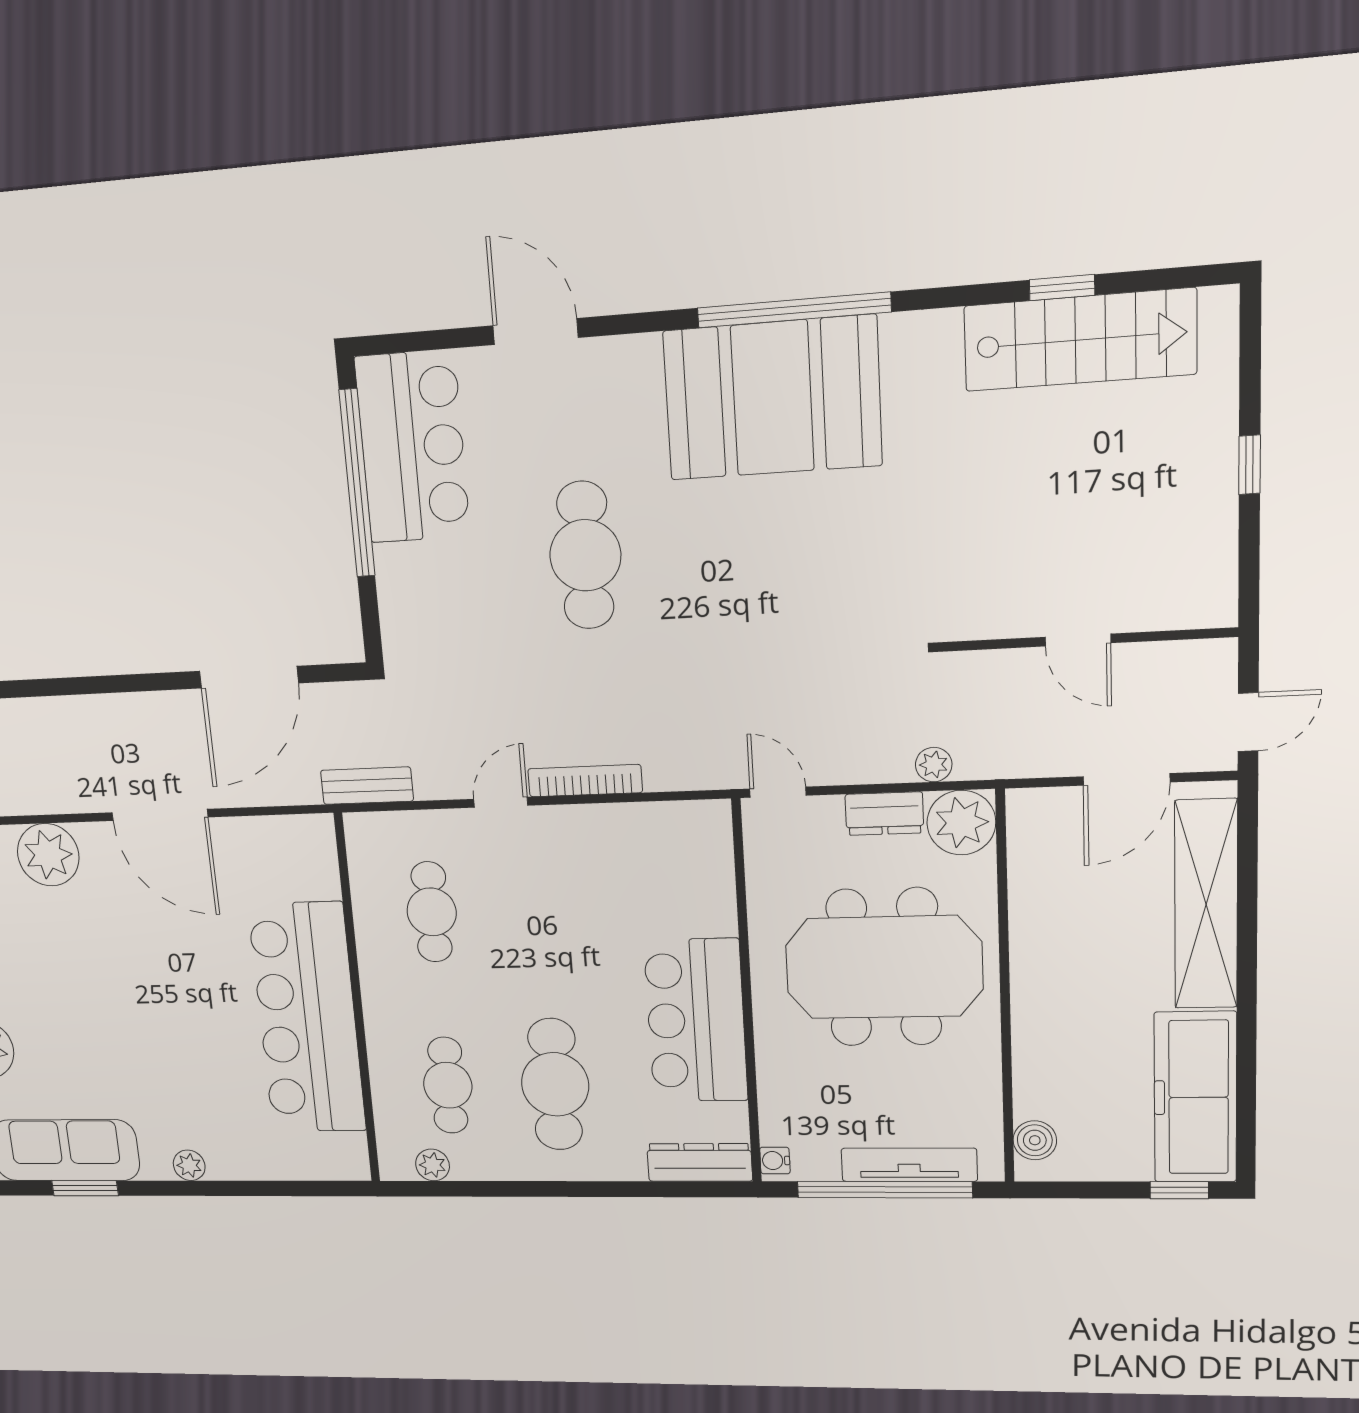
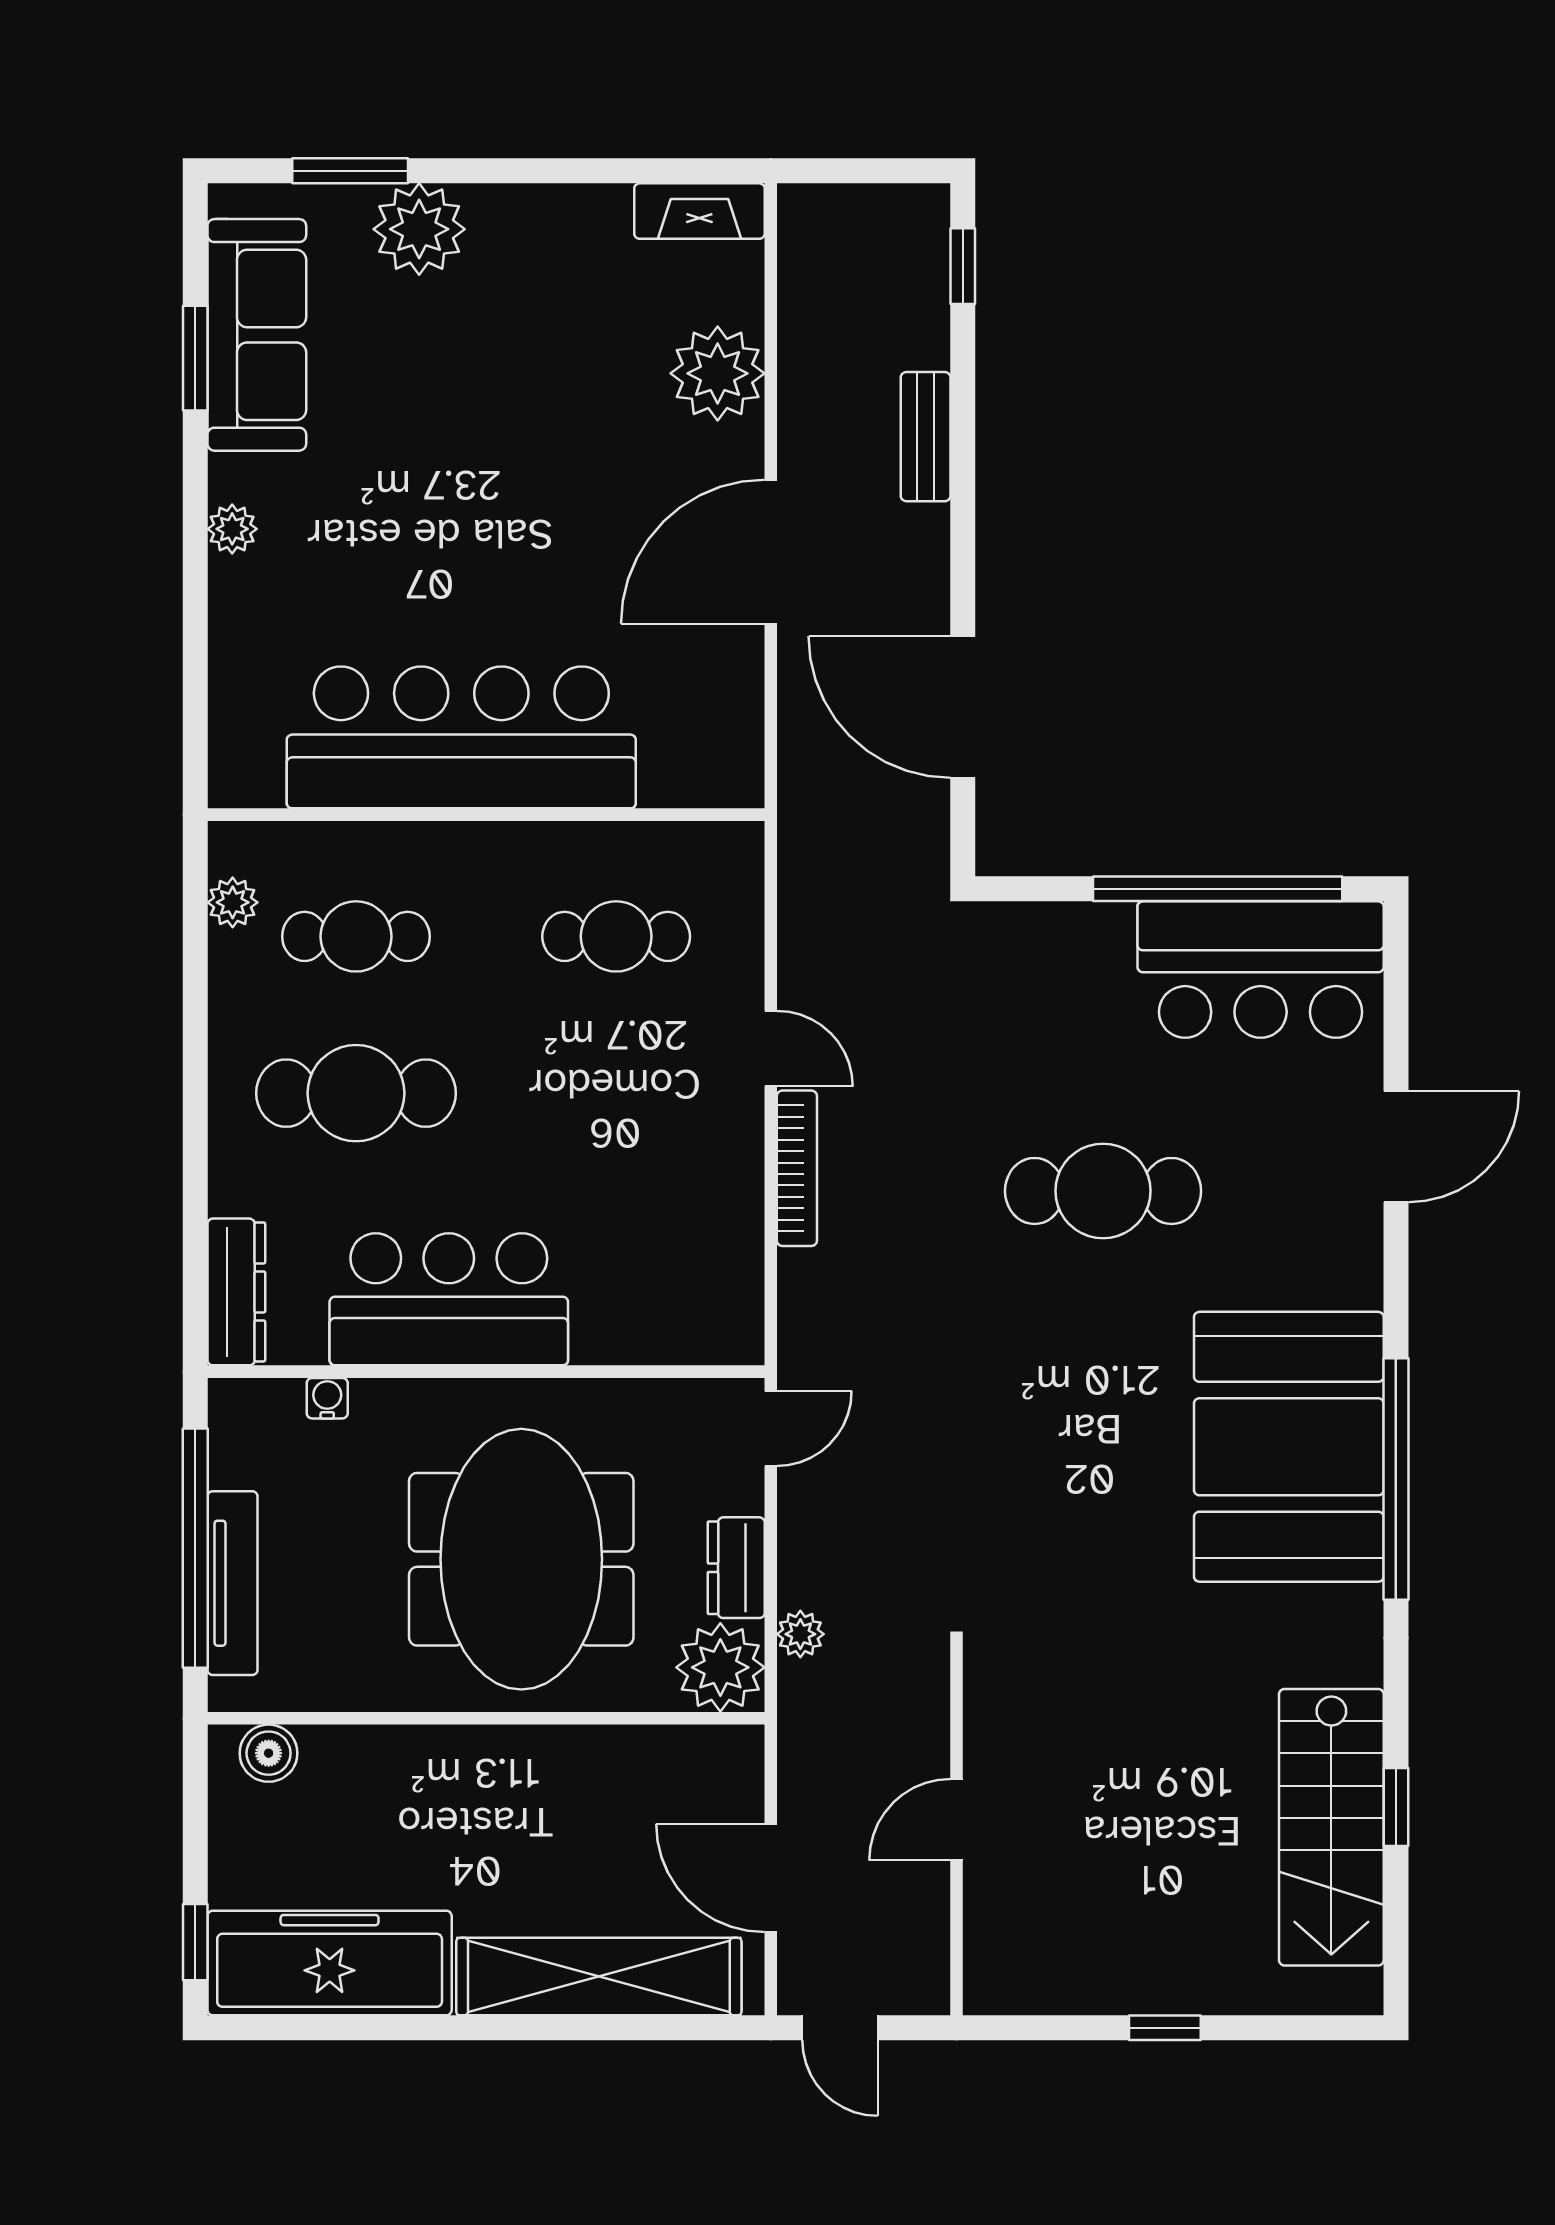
bench: (367, 786) -> (926, 437), moved
water cooler: (775, 1161) -> (327, 1398), moved

